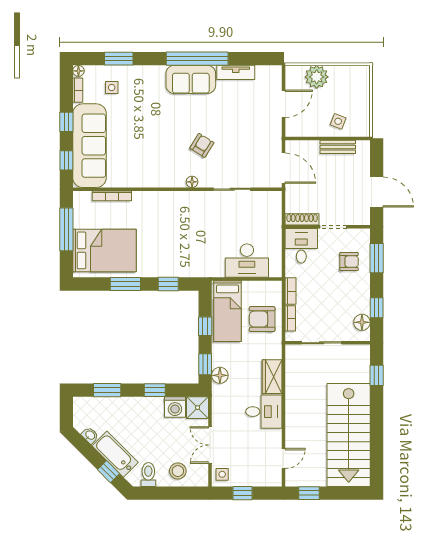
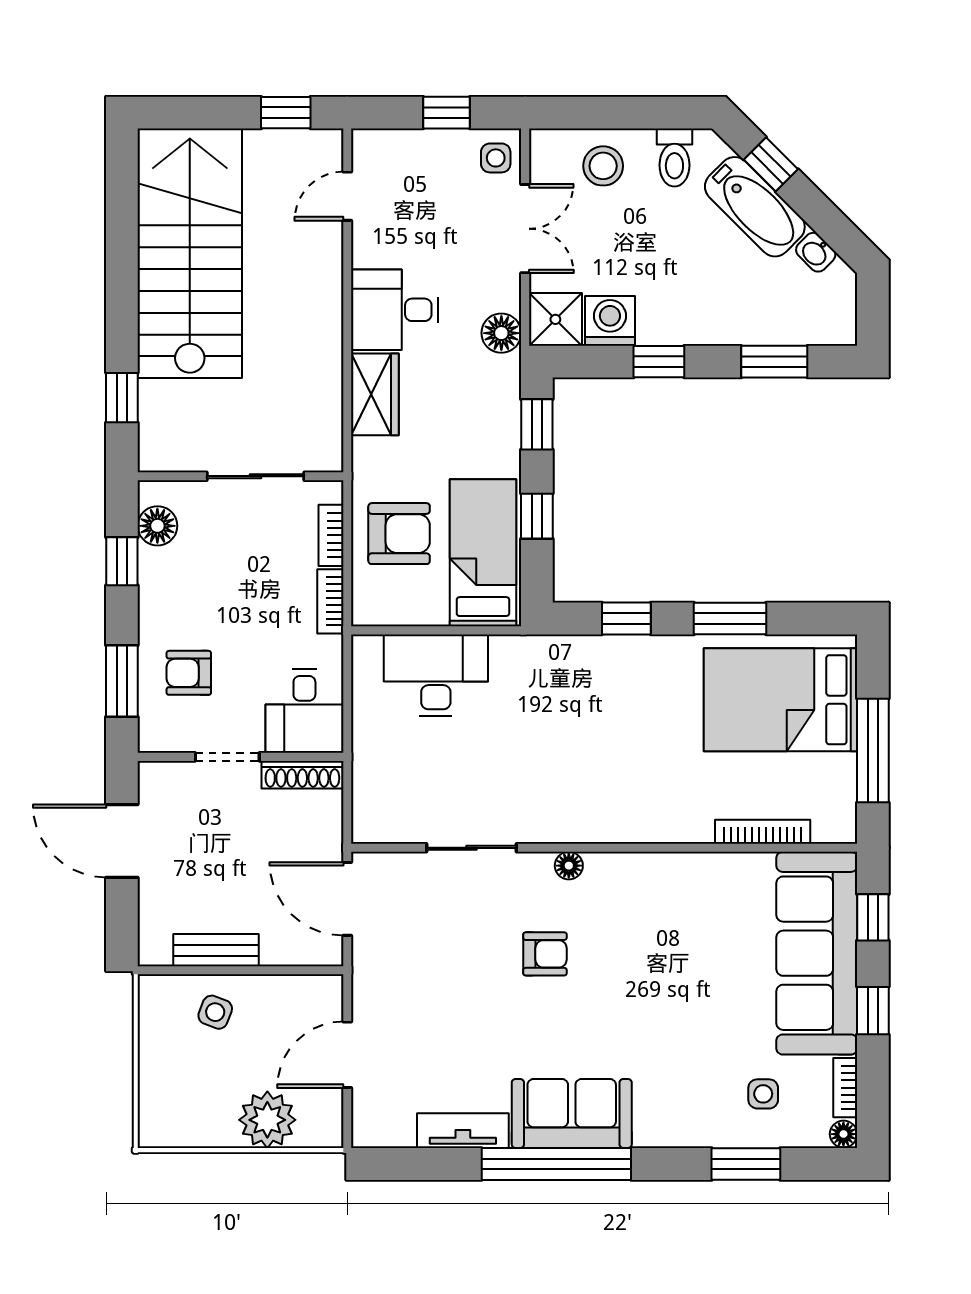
armchair: (202, 145) -> (545, 954), turned -122
floor lamp: (220, 375) -> (501, 333), moved

